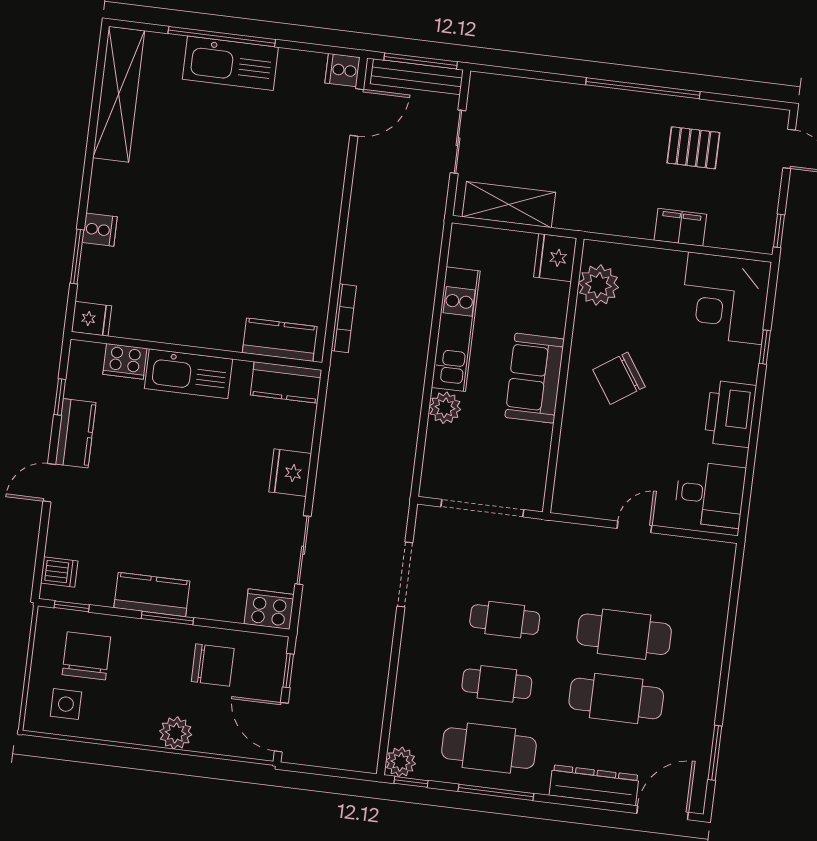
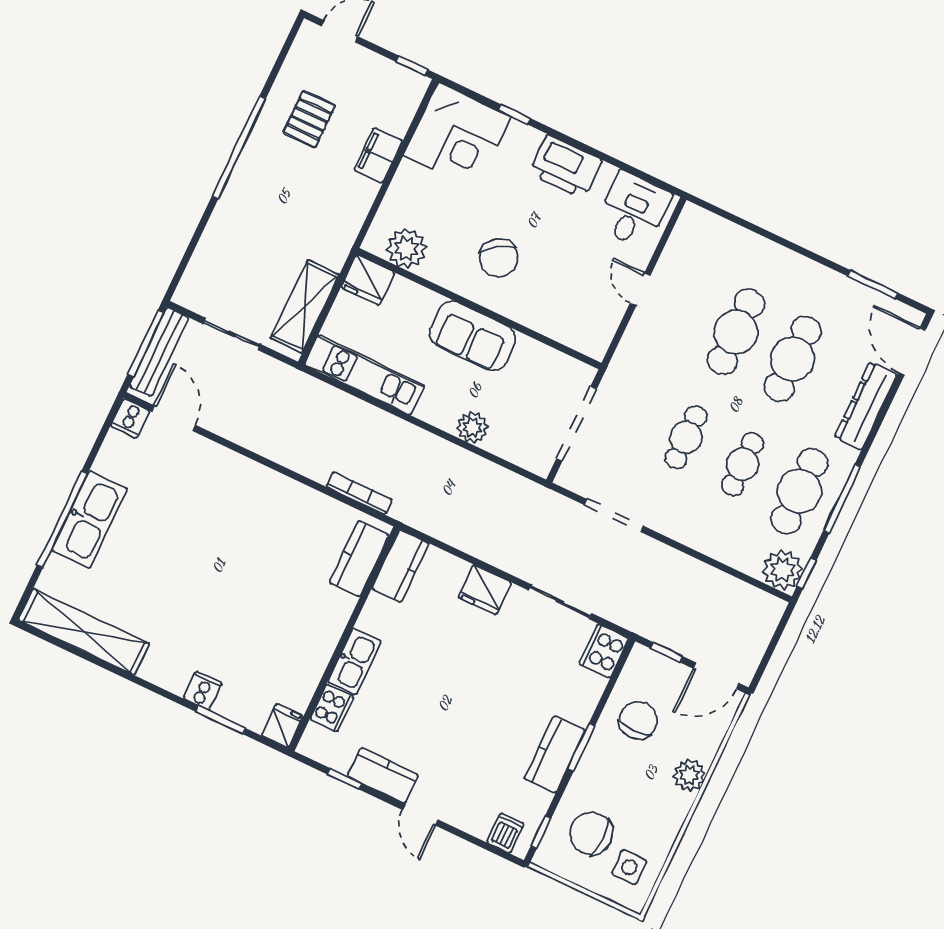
kitchen unit: (456, 329) -> (364, 375), moved
kitchen sink: (189, 374) -> (354, 661), width x0.73, depth x0.81
plant: (401, 762) -> (782, 570), width x1.36, depth x1.36

